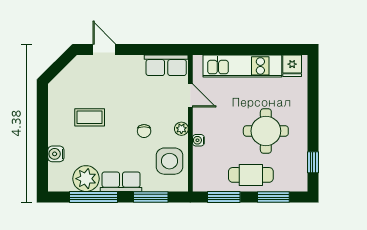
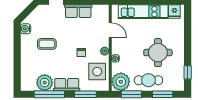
row of seats: (166, 65) -> (78, 11), moved
water cooler: (56, 154) -> (26, 29), moved
plant: (207, 177) -> (121, 82), added

